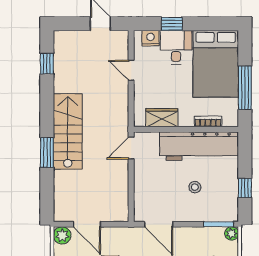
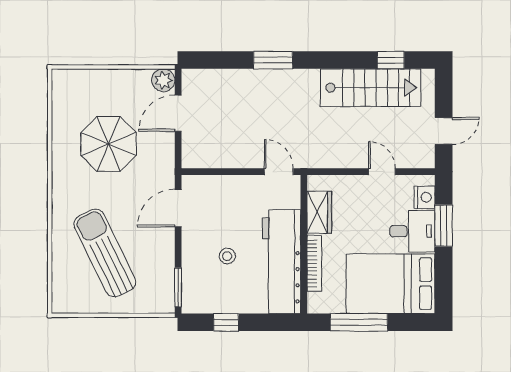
window: (172, 24) -> (444, 226), width x1.50
door: (131, 70) -> (382, 172), hinge flipped
bookcase: (208, 121) -> (314, 263), width x1.56
stairs: (68, 131) -> (371, 88), moved
plant: (232, 233) -> (166, 305), removed

